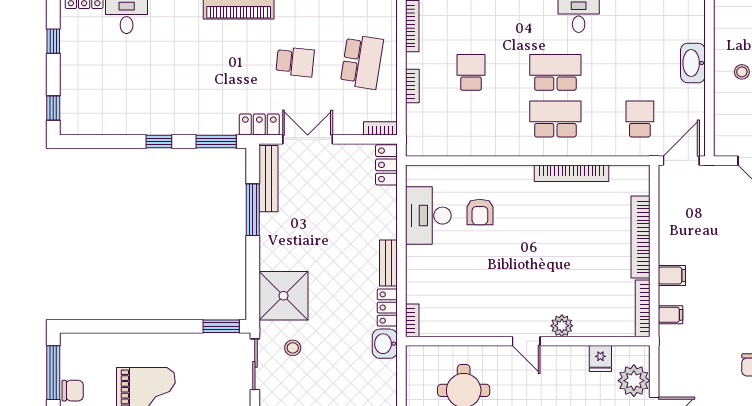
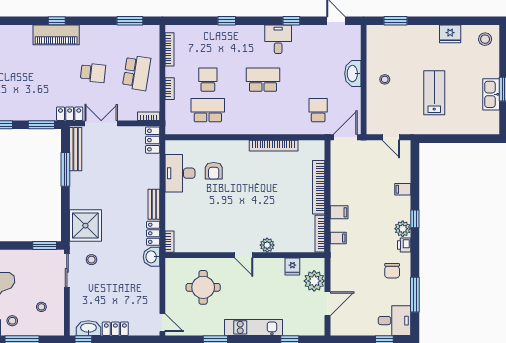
school desk: (555, 119) -> (208, 110), moved

